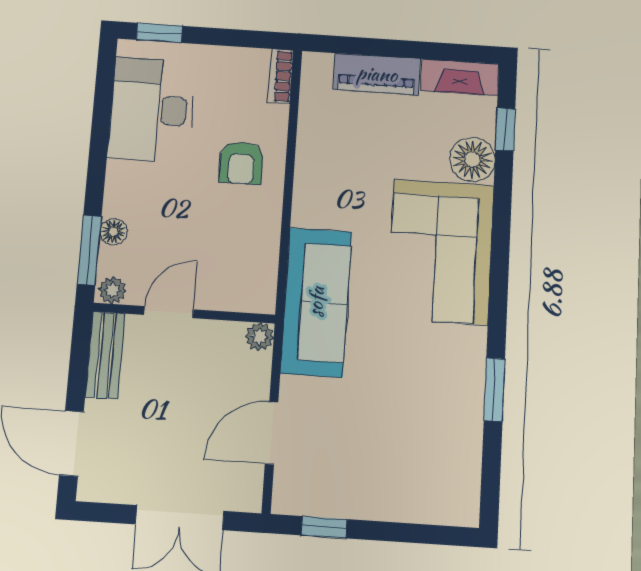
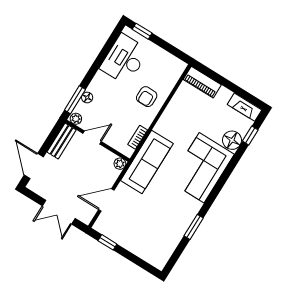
piano: (377, 74) -> (202, 82), moved
bookcase: (281, 76) -> (138, 137), moved

